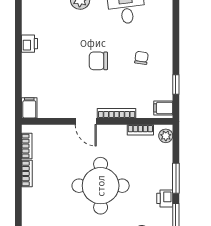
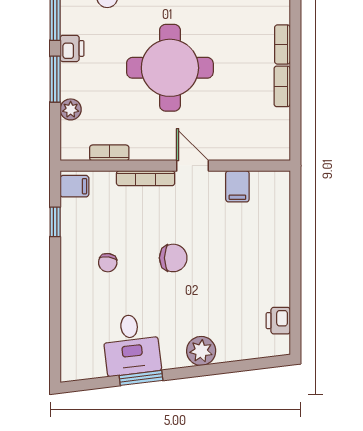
printer: (30, 44) -> (278, 321), moved
filing cabinet: (29, 108) -> (237, 186), moved
plant: (166, 136) -> (71, 109), moved
bookcase: (27, 146) -> (282, 44), moved

